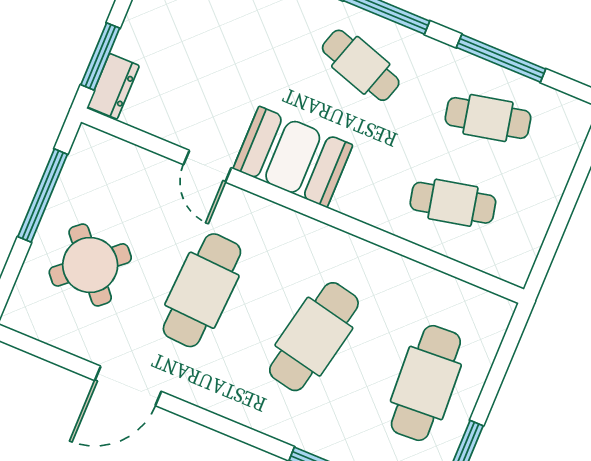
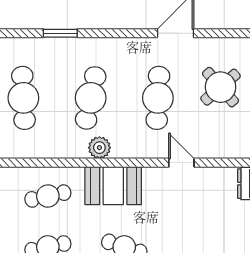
booth: (293, 157) -> (113, 186), moved
plant: (334, 248) -> (99, 148), added

